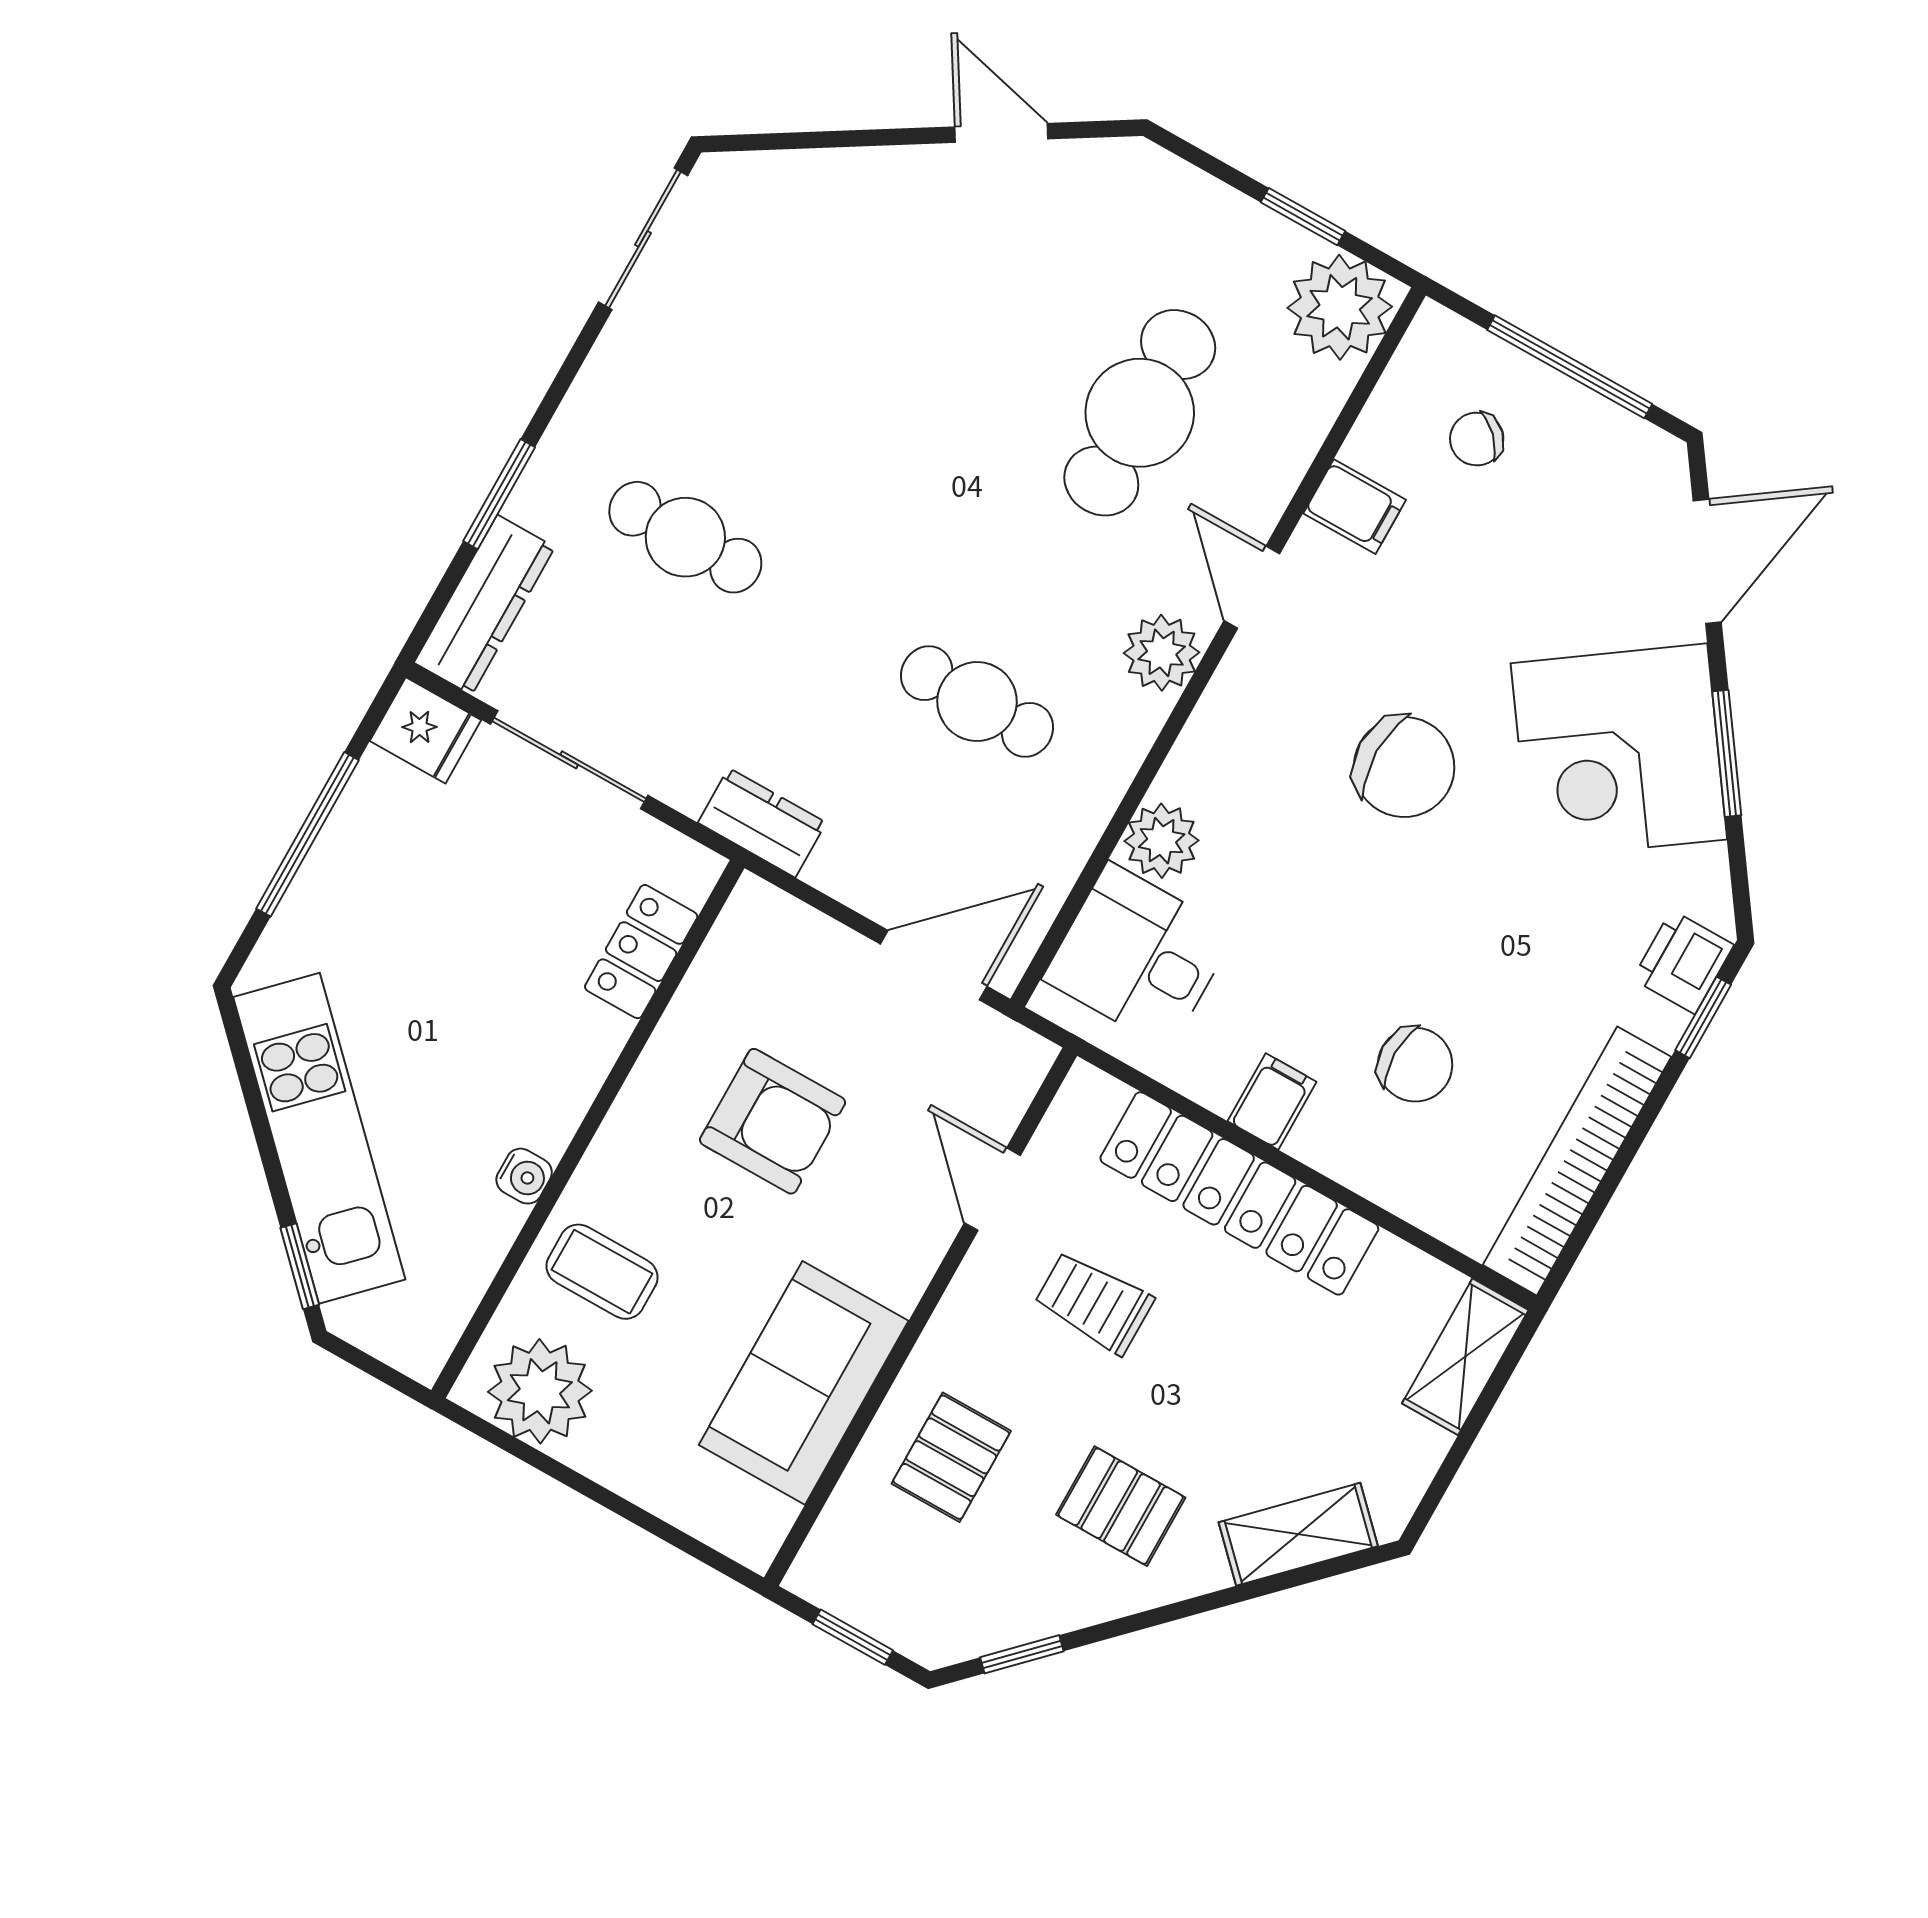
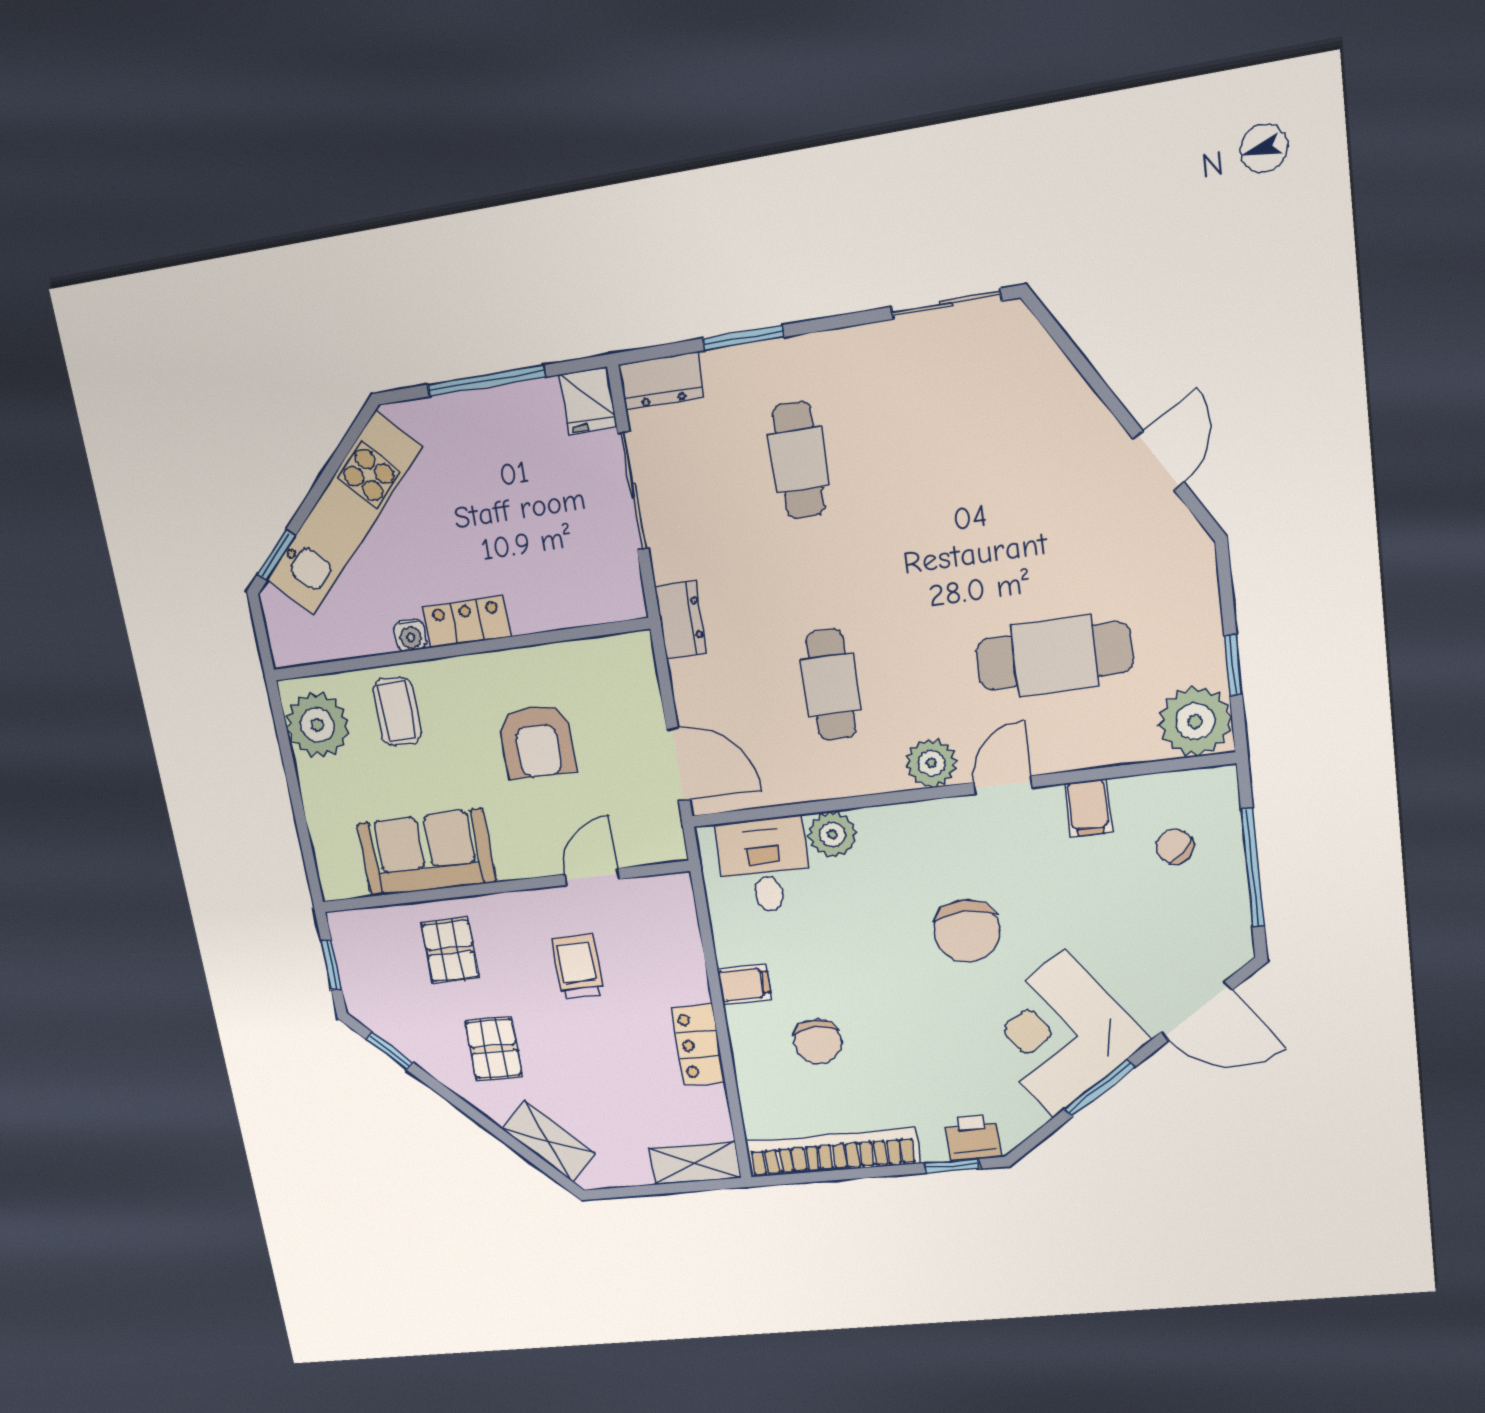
dresser: (484, 605) -> (661, 381), width x0.70
locker: (641, 952) -> (467, 622), moved
locker: (1239, 1193) -> (698, 1045), width x0.46, depth x0.83
pallet: (951, 1457) -> (450, 951), turned 90

